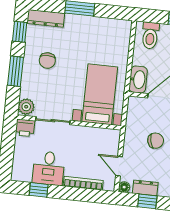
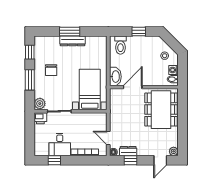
dresser: (46, 18) -> (73, 41), moved
chair: (156, 141) -> (132, 118), removed

